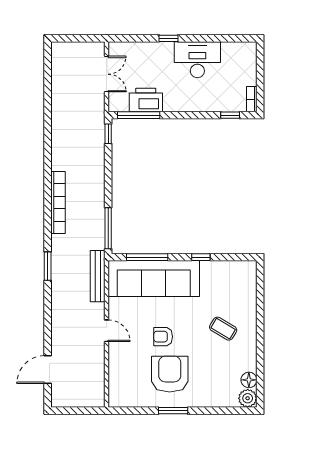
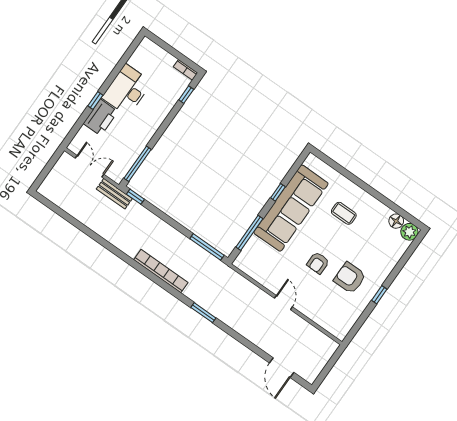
printer: (146, 100) -> (100, 118), moved, turned 180
bench: (98, 276) -> (114, 194), moved, width x0.73
sofa: (154, 279) -> (291, 208), moved
coffee table: (223, 329) -> (344, 213), turned 59
door: (107, 331) -> (283, 303), hinge flipped
armchair: (170, 374) -> (350, 278), width x0.73, depth x0.73
window: (173, 411) -> (379, 295), width x0.67

